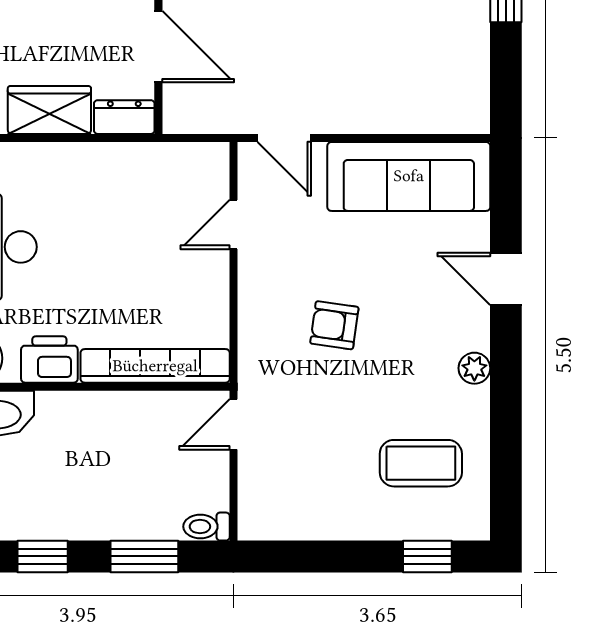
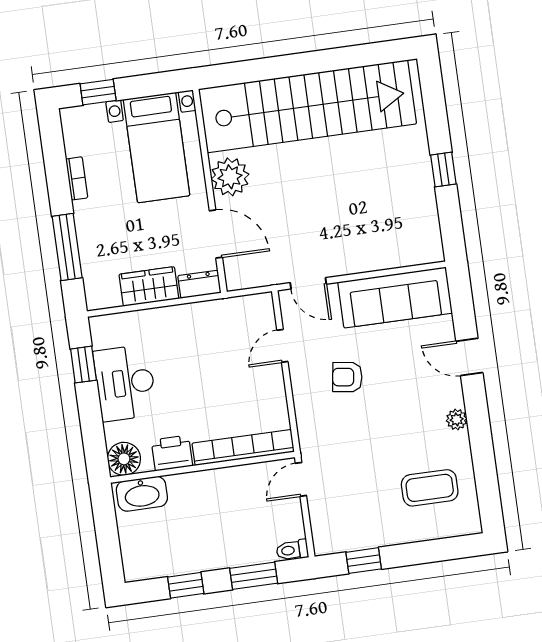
armchair: (334, 325) -> (347, 377), moved
window: (427, 556) -> (364, 561), moved

